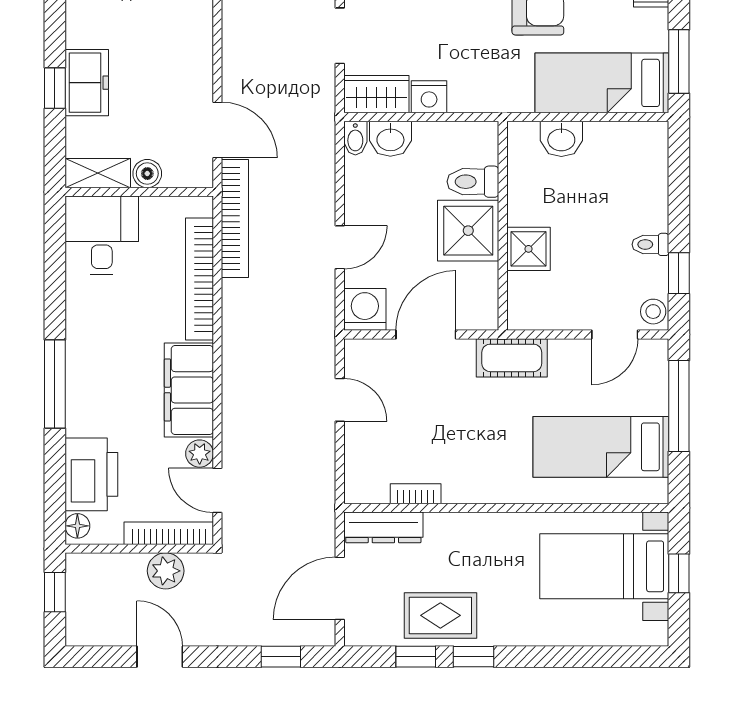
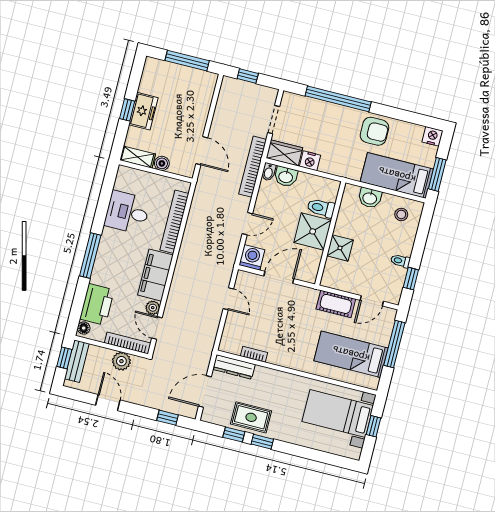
bookcase: (235, 219) -> (253, 167), moved, turned 180
desk: (102, 235) -> (127, 212), moved, turned -90
stool: (653, 312) -> (401, 214), moved
cot: (512, 358) -> (336, 304), moved
bench: (80, 592) -> (77, 361), added

